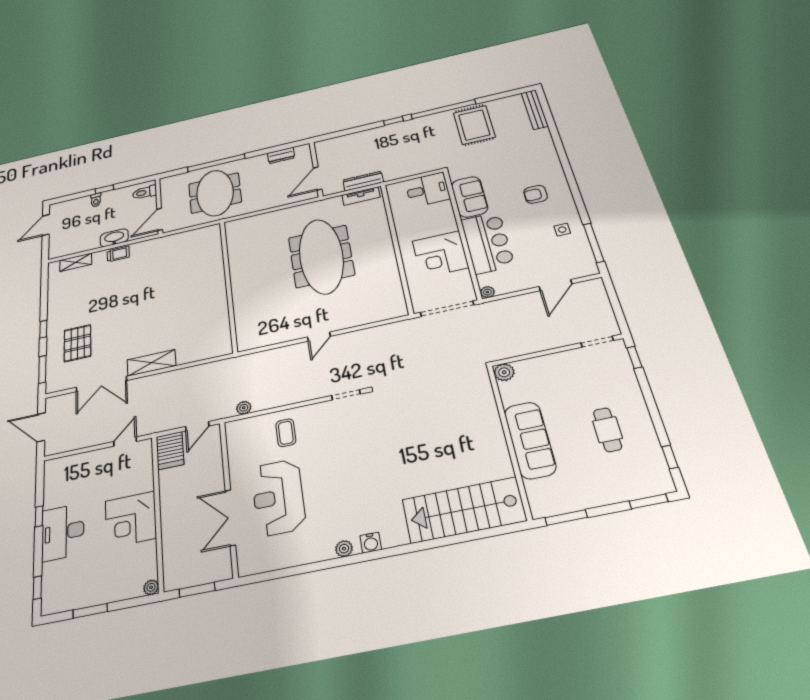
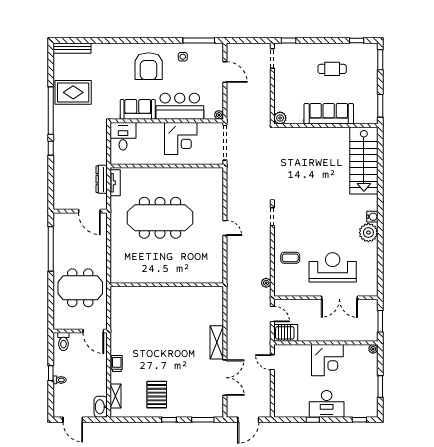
dresser: (281, 155) -> (59, 235), removed
window: (216, 163) -> (51, 249), moved
armchair: (536, 194) -> (149, 66), width x1.88, depth x1.88
washbasin: (114, 238) -> (101, 407), moved
pallet: (77, 343) -> (157, 395), moved, turned 90
reception desk: (278, 497) -> (333, 267), turned 180
plant: (344, 549) -> (368, 233), width x1.88, depth x1.88

